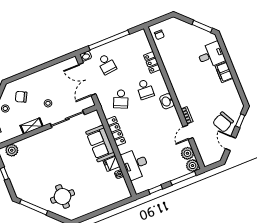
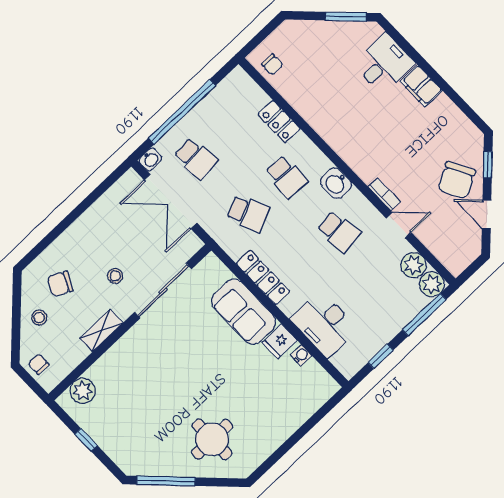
school desk: (121, 99) -> (248, 213), turned -48
school desk: (159, 124) -> (339, 232), added
door: (188, 132) -> (399, 225), swing flipped

